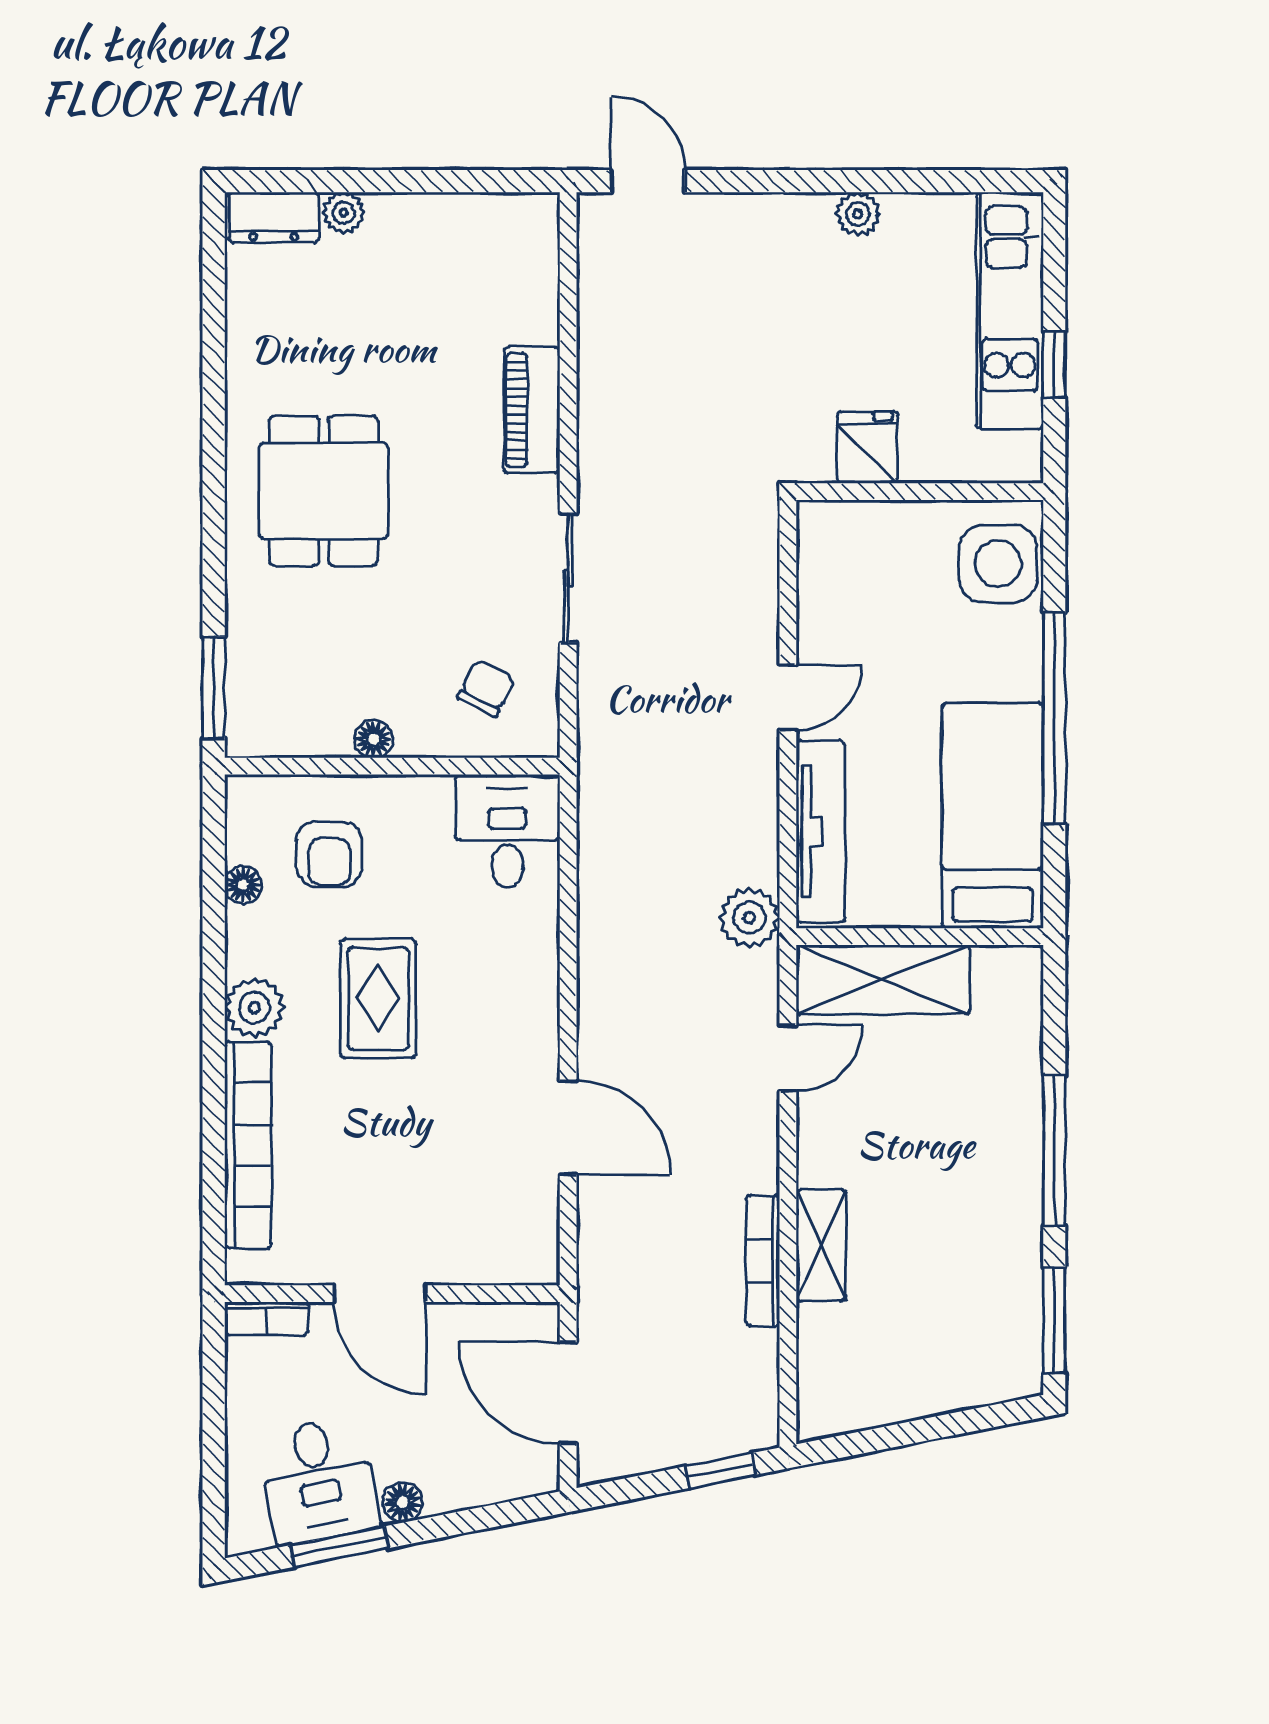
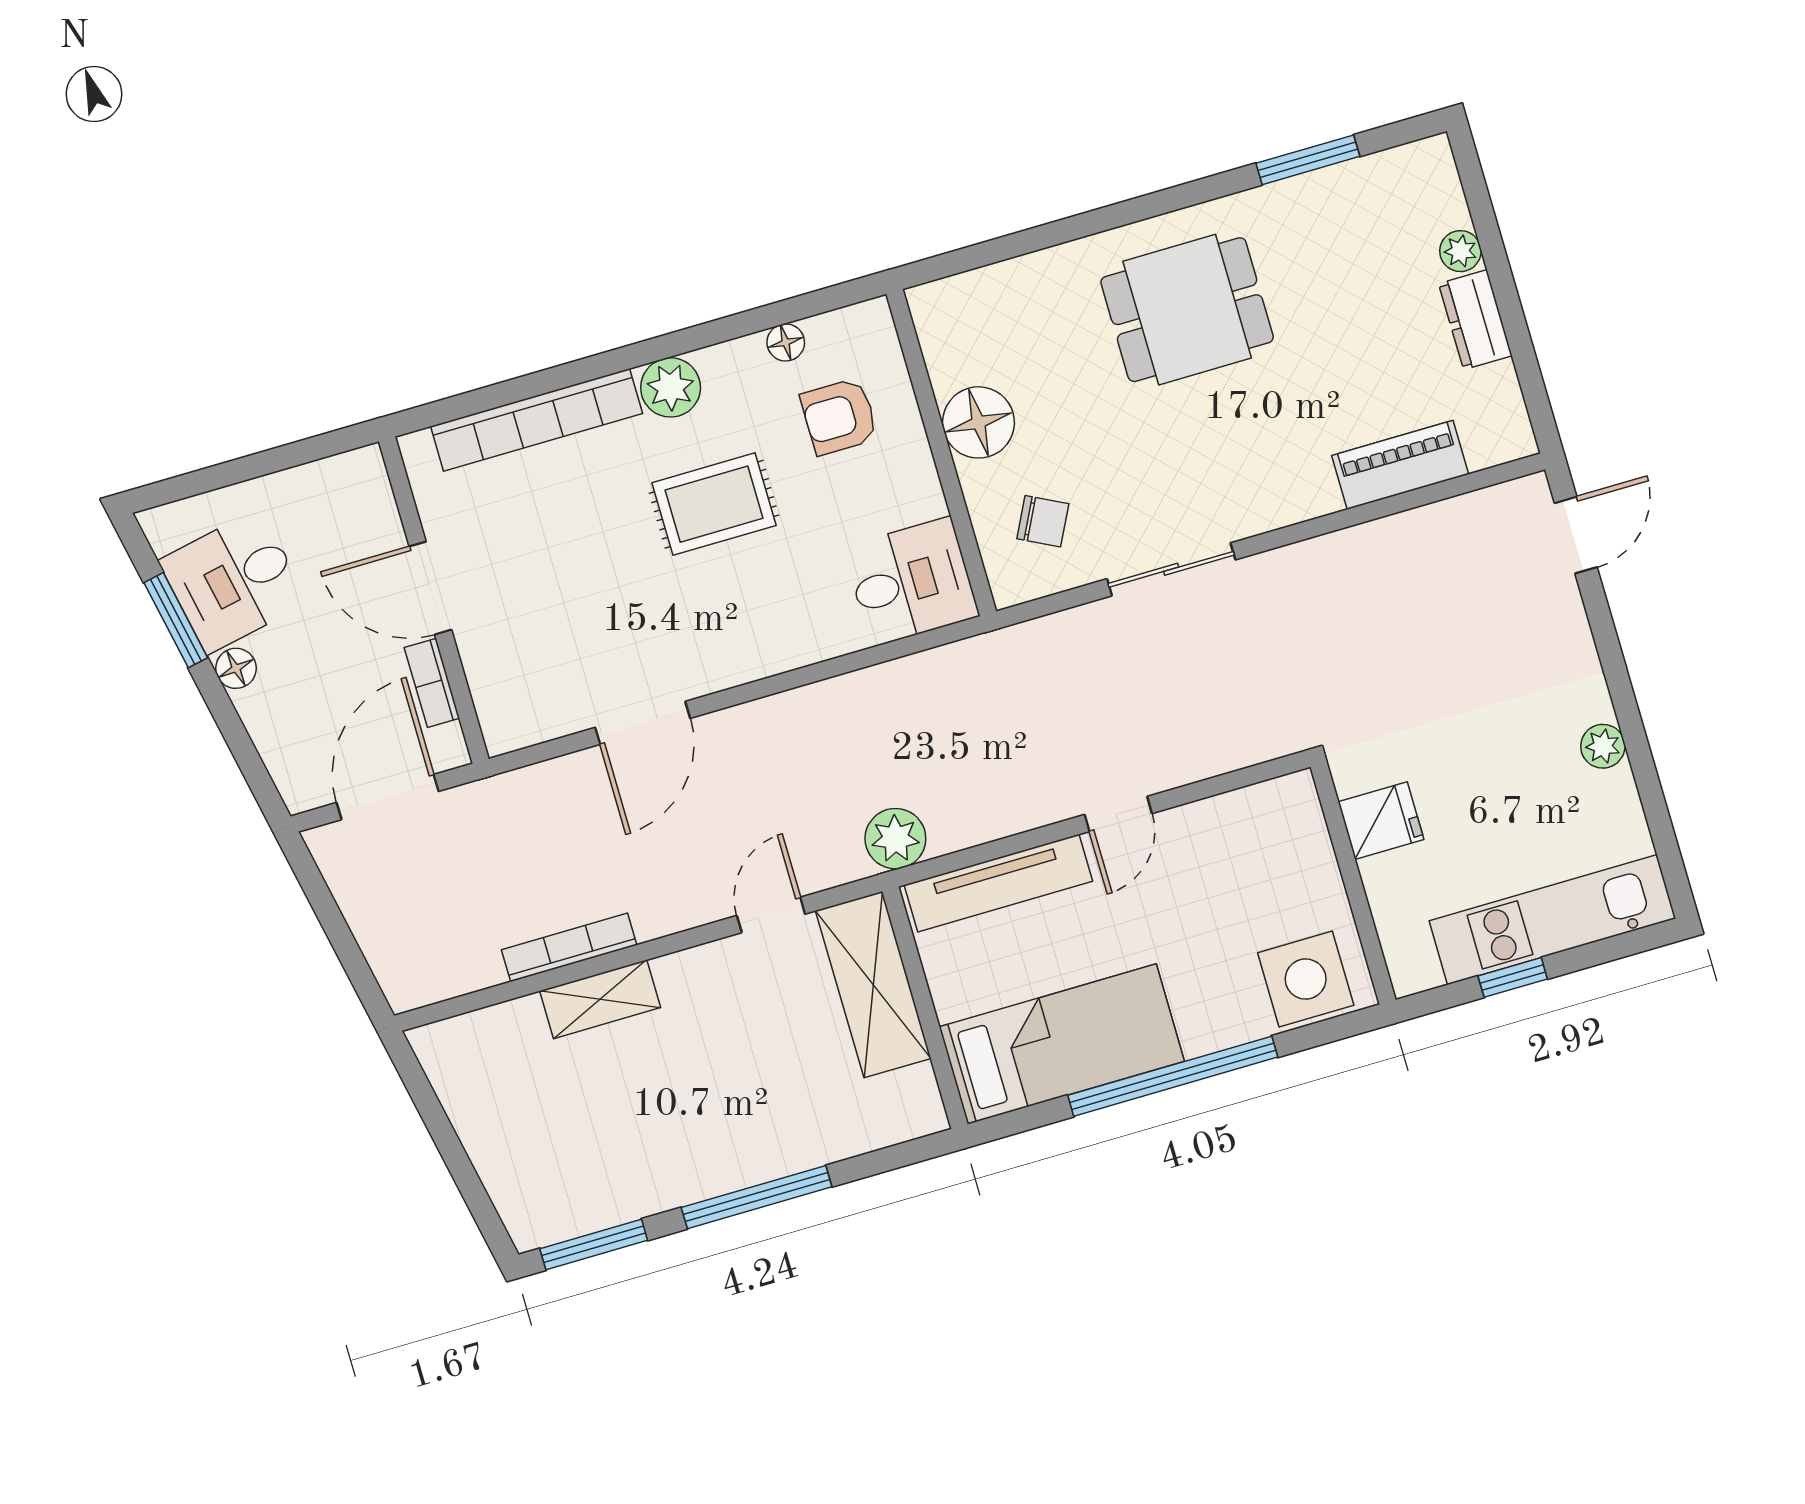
dresser: (274, 217) -> (1475, 320), moved
piano: (532, 410) -> (1400, 465), moved
window: (214, 688) -> (1308, 160), moved
door: (788, 697) -> (1118, 814), hinge flipped
floor lamp: (374, 739) -> (978, 422), width x1.89, depth x1.89
door: (788, 1058) -> (771, 915), swing flipped
door: (380, 1294) -> (430, 588), hinge flipped
bookcase: (266, 1319) -> (432, 683), moved
window: (720, 1471) -> (355, 965), removed

